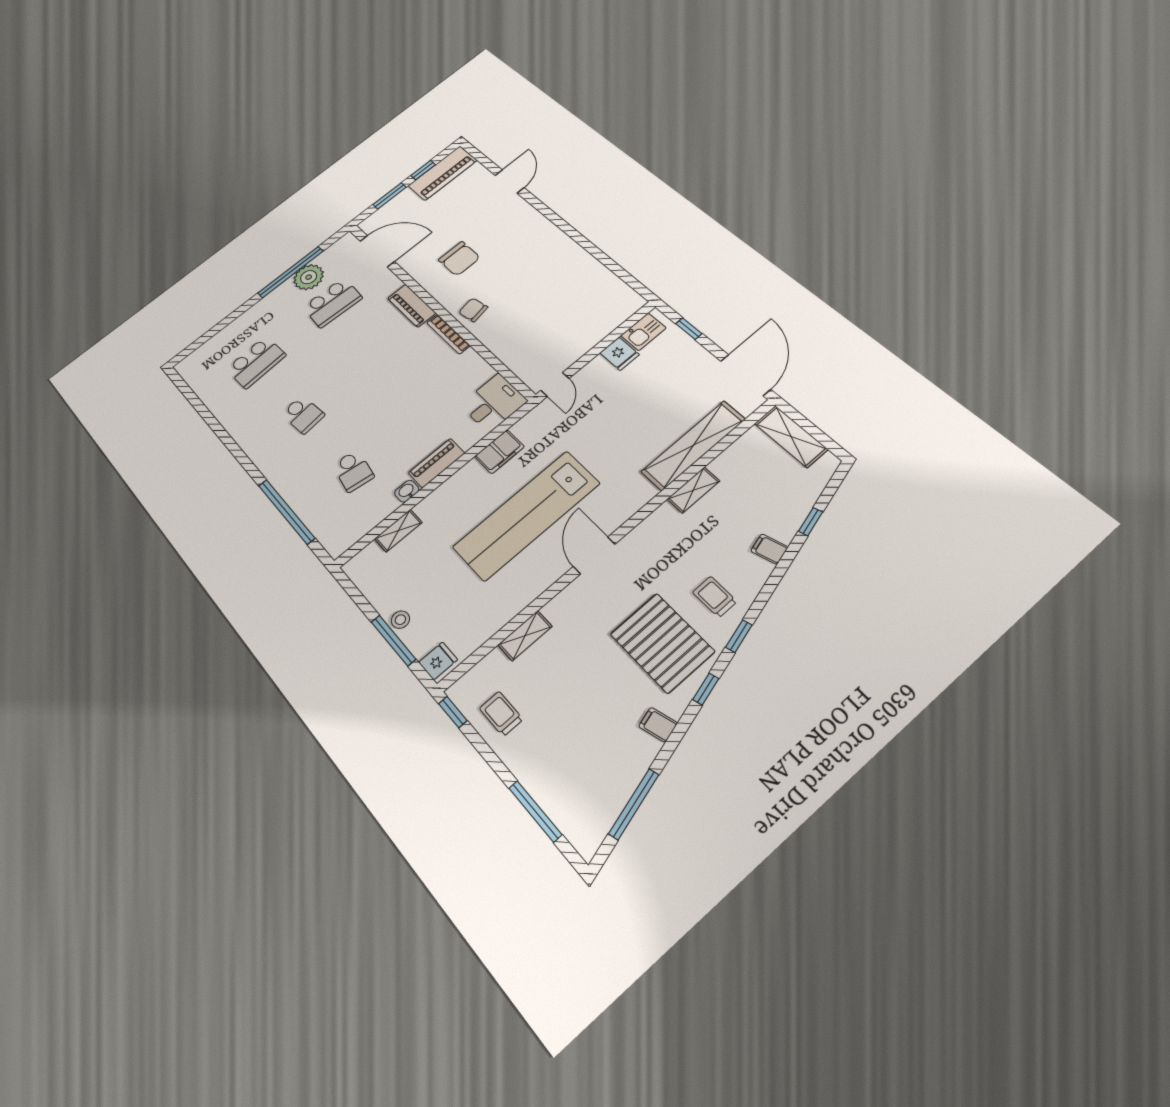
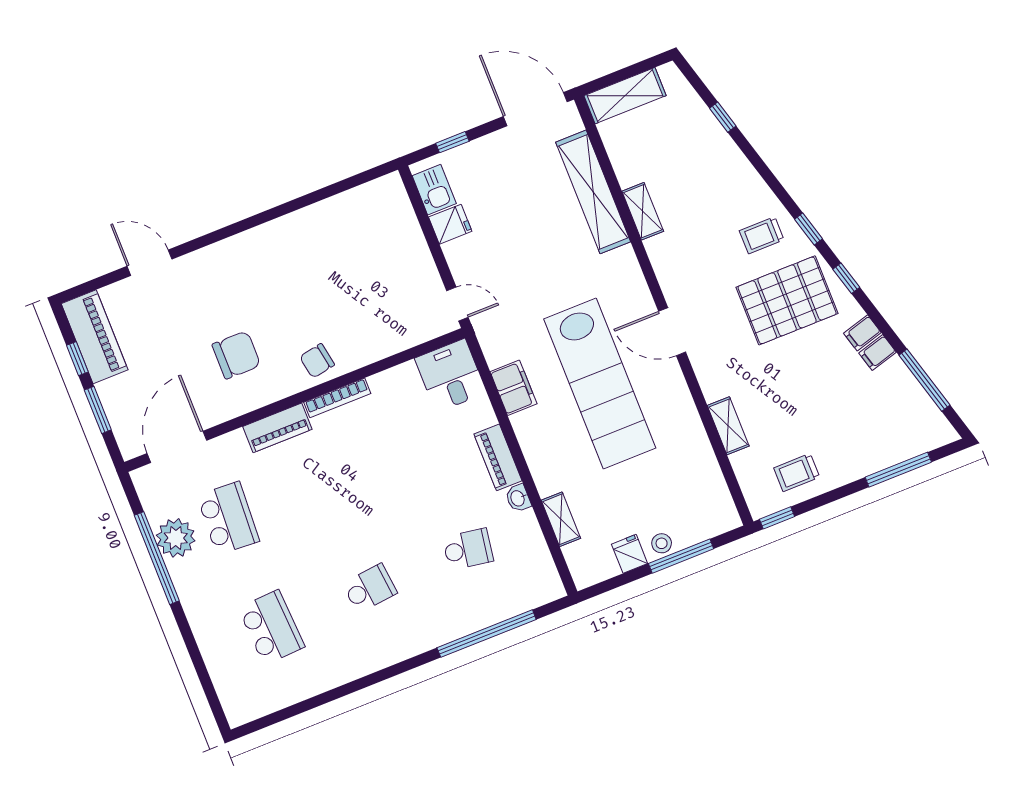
filing cabinet: (769, 549) -> (878, 353), moved
fridge: (438, 661) -> (630, 554), moved

